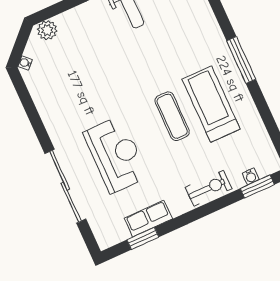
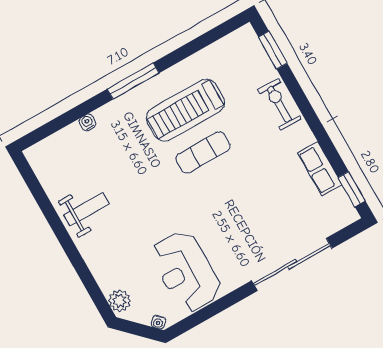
reception desk: (116, 155) -> (186, 271), moved, turned -90
water cooler: (251, 176) -> (87, 122), moved, turned -90
window: (143, 238) -> (352, 189), moved

